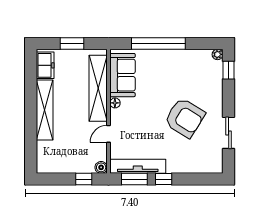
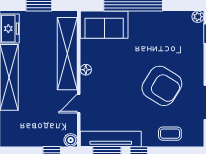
sofa: (122, 75) -> (104, 25), moved, turned 90
coffee table: (192, 161) -> (170, 134), added

